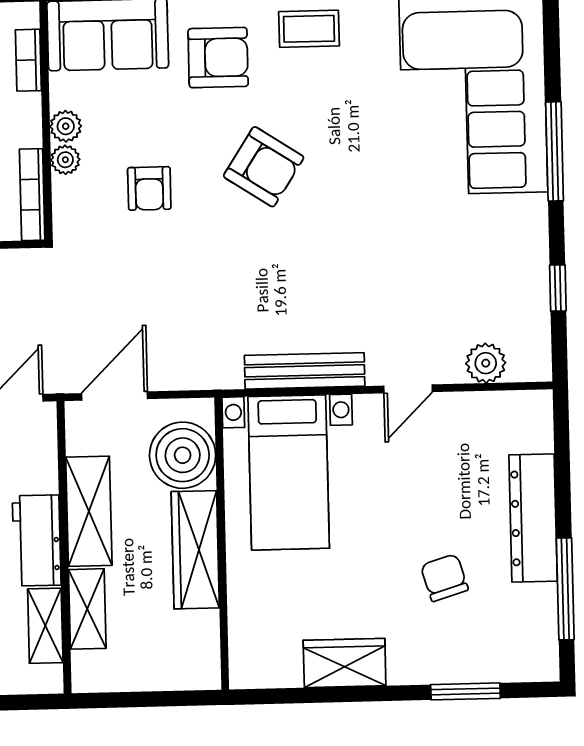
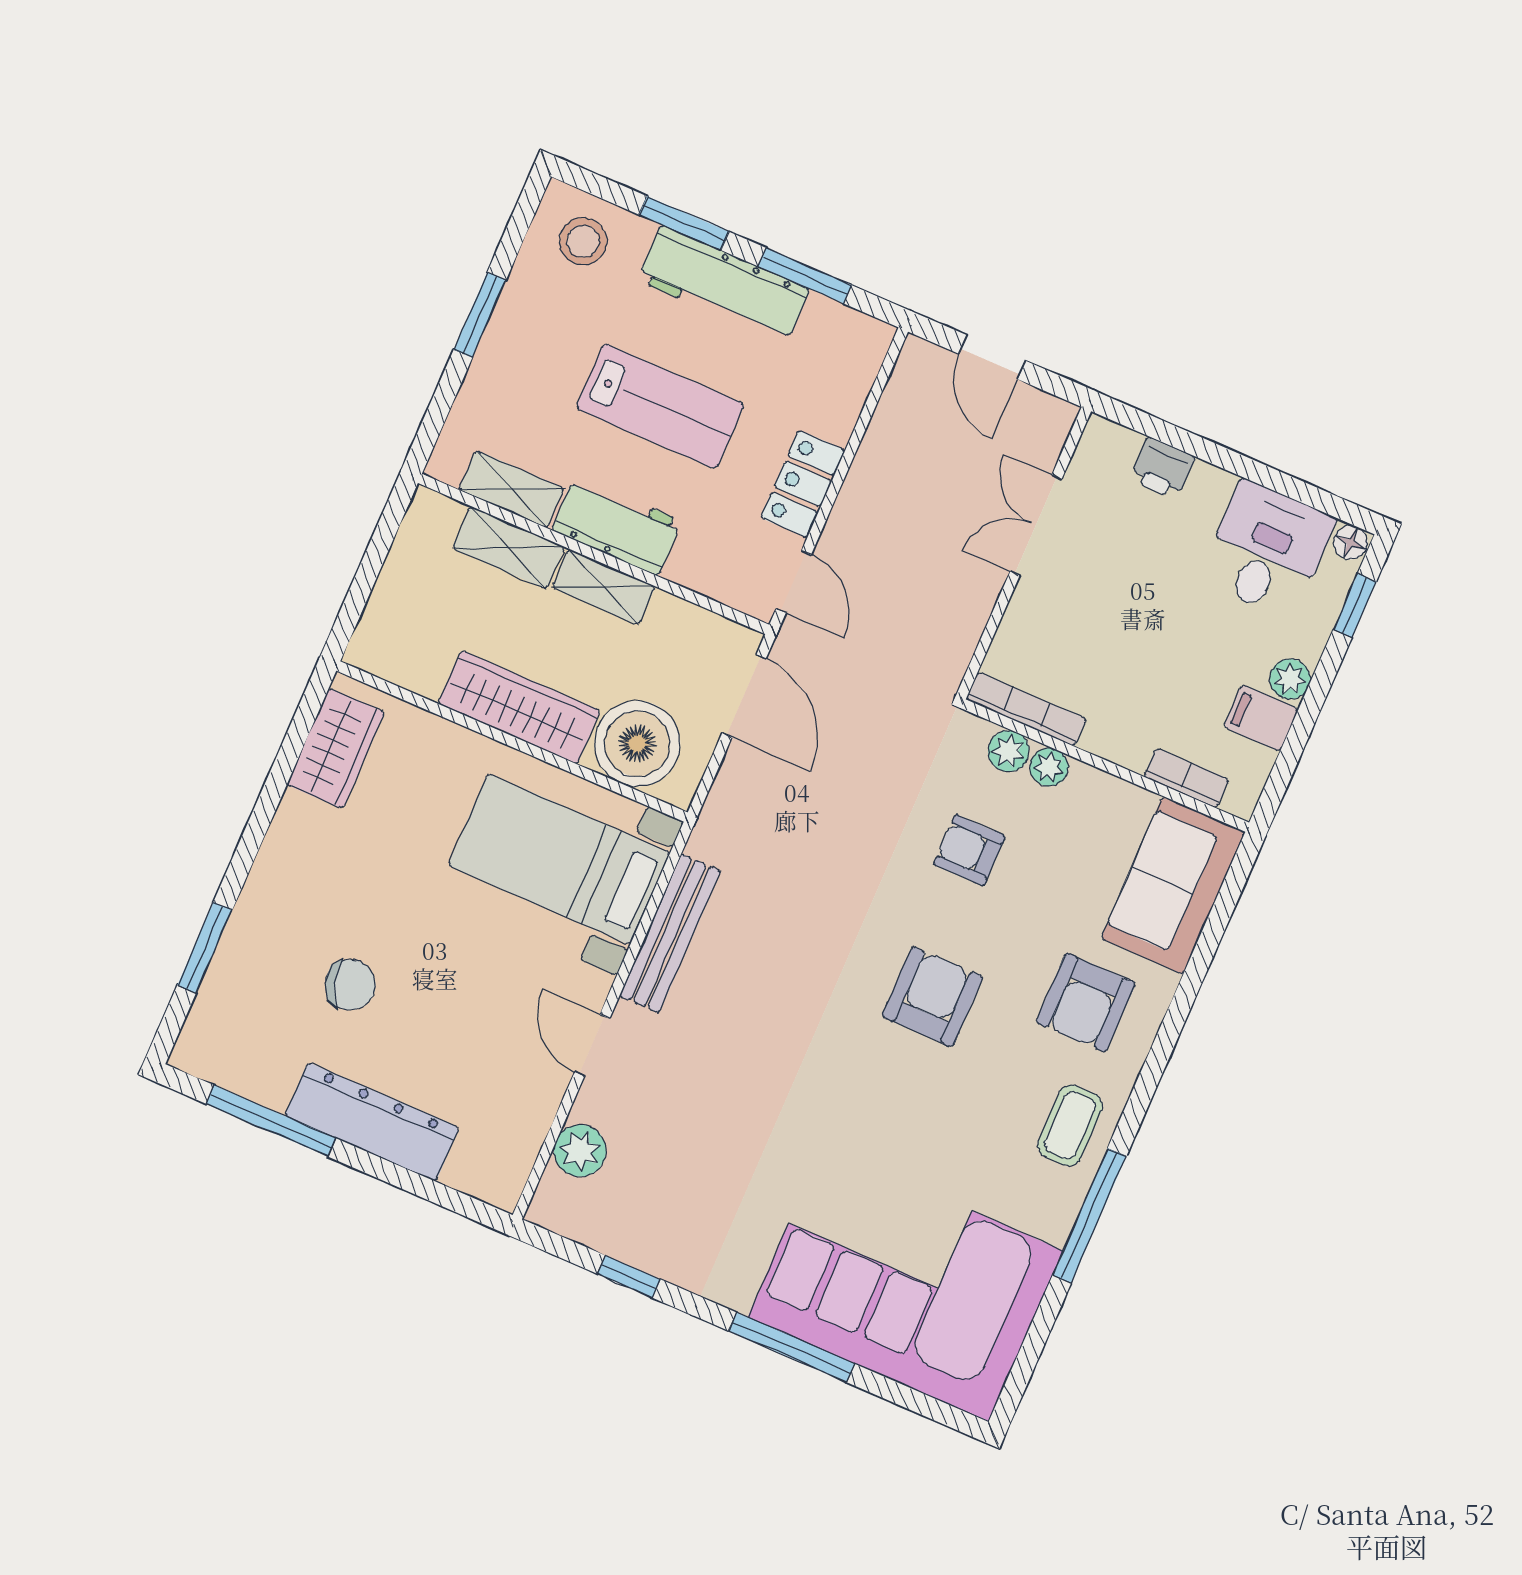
plant: (66, 126) -> (1009, 751), moved
armchair: (264, 167) -> (932, 997), turned 147
shelving: (89, 511) -> (604, 587), width x0.67, depth x0.75
wardrobe: (345, 663) -> (336, 748), moved

